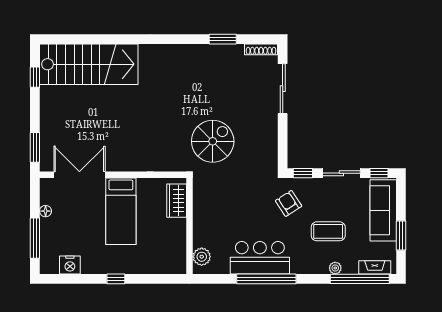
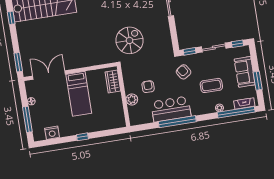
sofa: (383, 210) -> (245, 72), width x0.73
armchair: (230, 217) -> (148, 87), added
plant: (202, 257) -> (132, 99), moved

